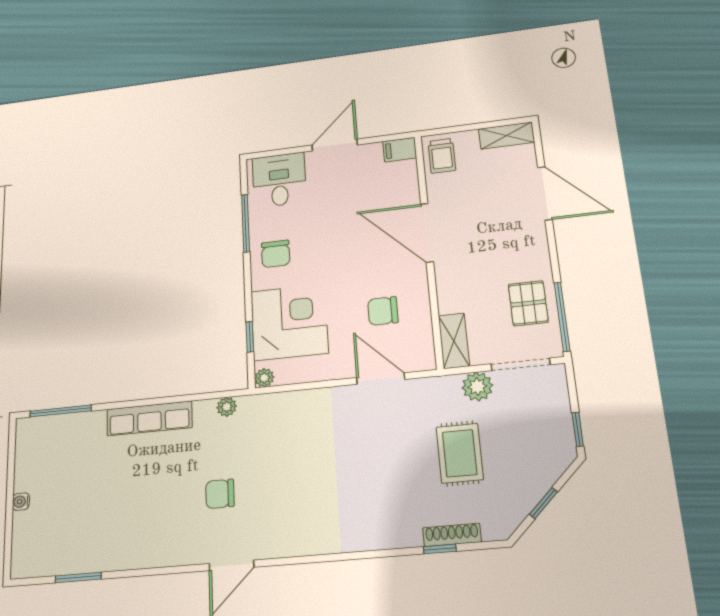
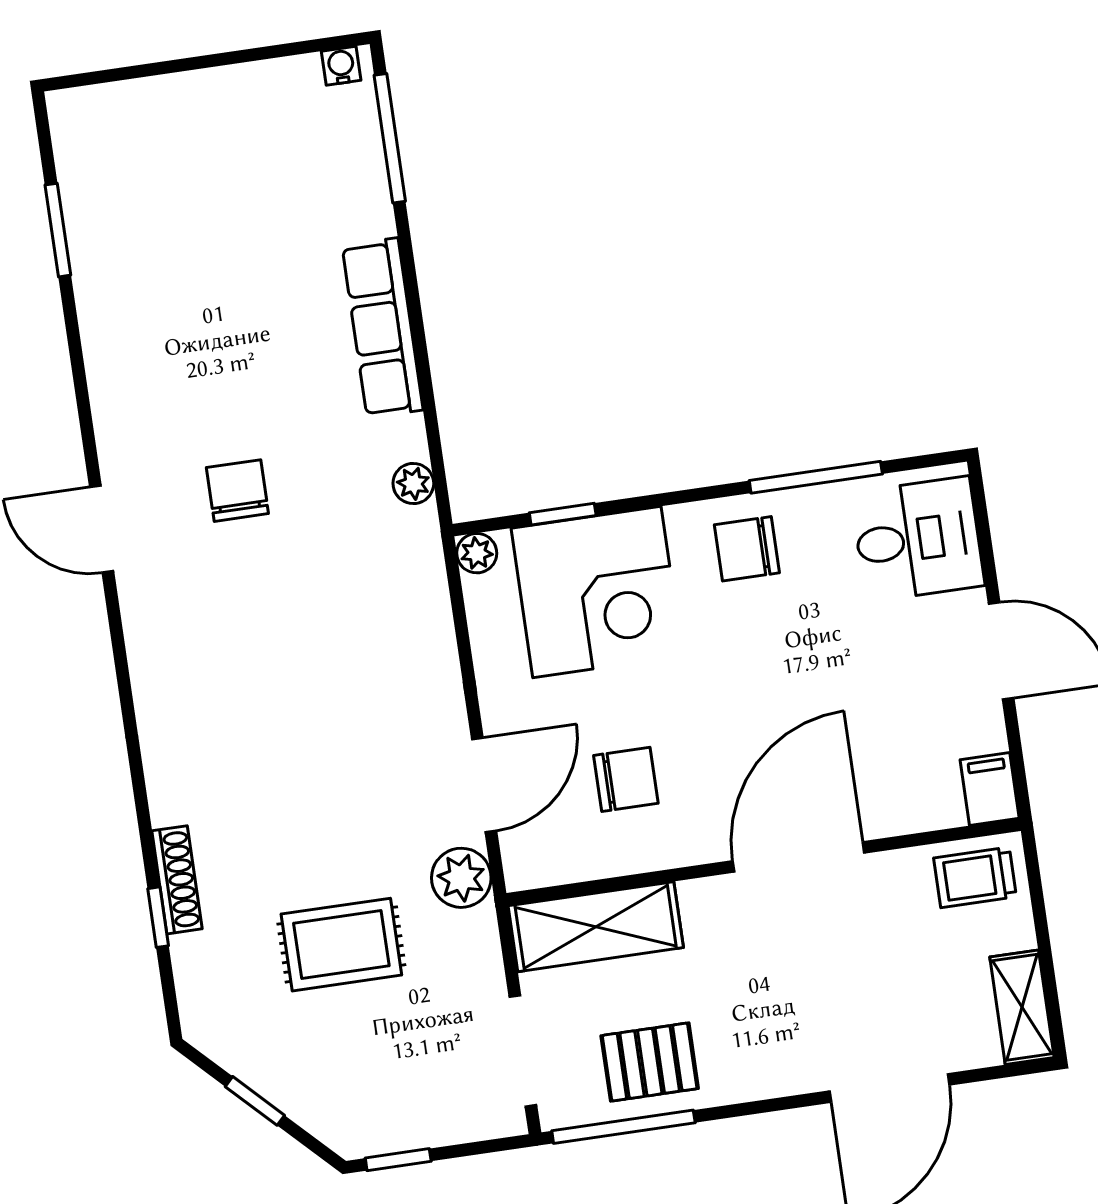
chair: (383, 311) -> (626, 779), turned 90
shelving: (454, 341) -> (596, 927), width x1.50, depth x1.33
plant: (477, 387) -> (461, 878), moved
water cooler: (21, 502) -> (341, 66), moved
shoe rack: (452, 535) -> (177, 880), moved

